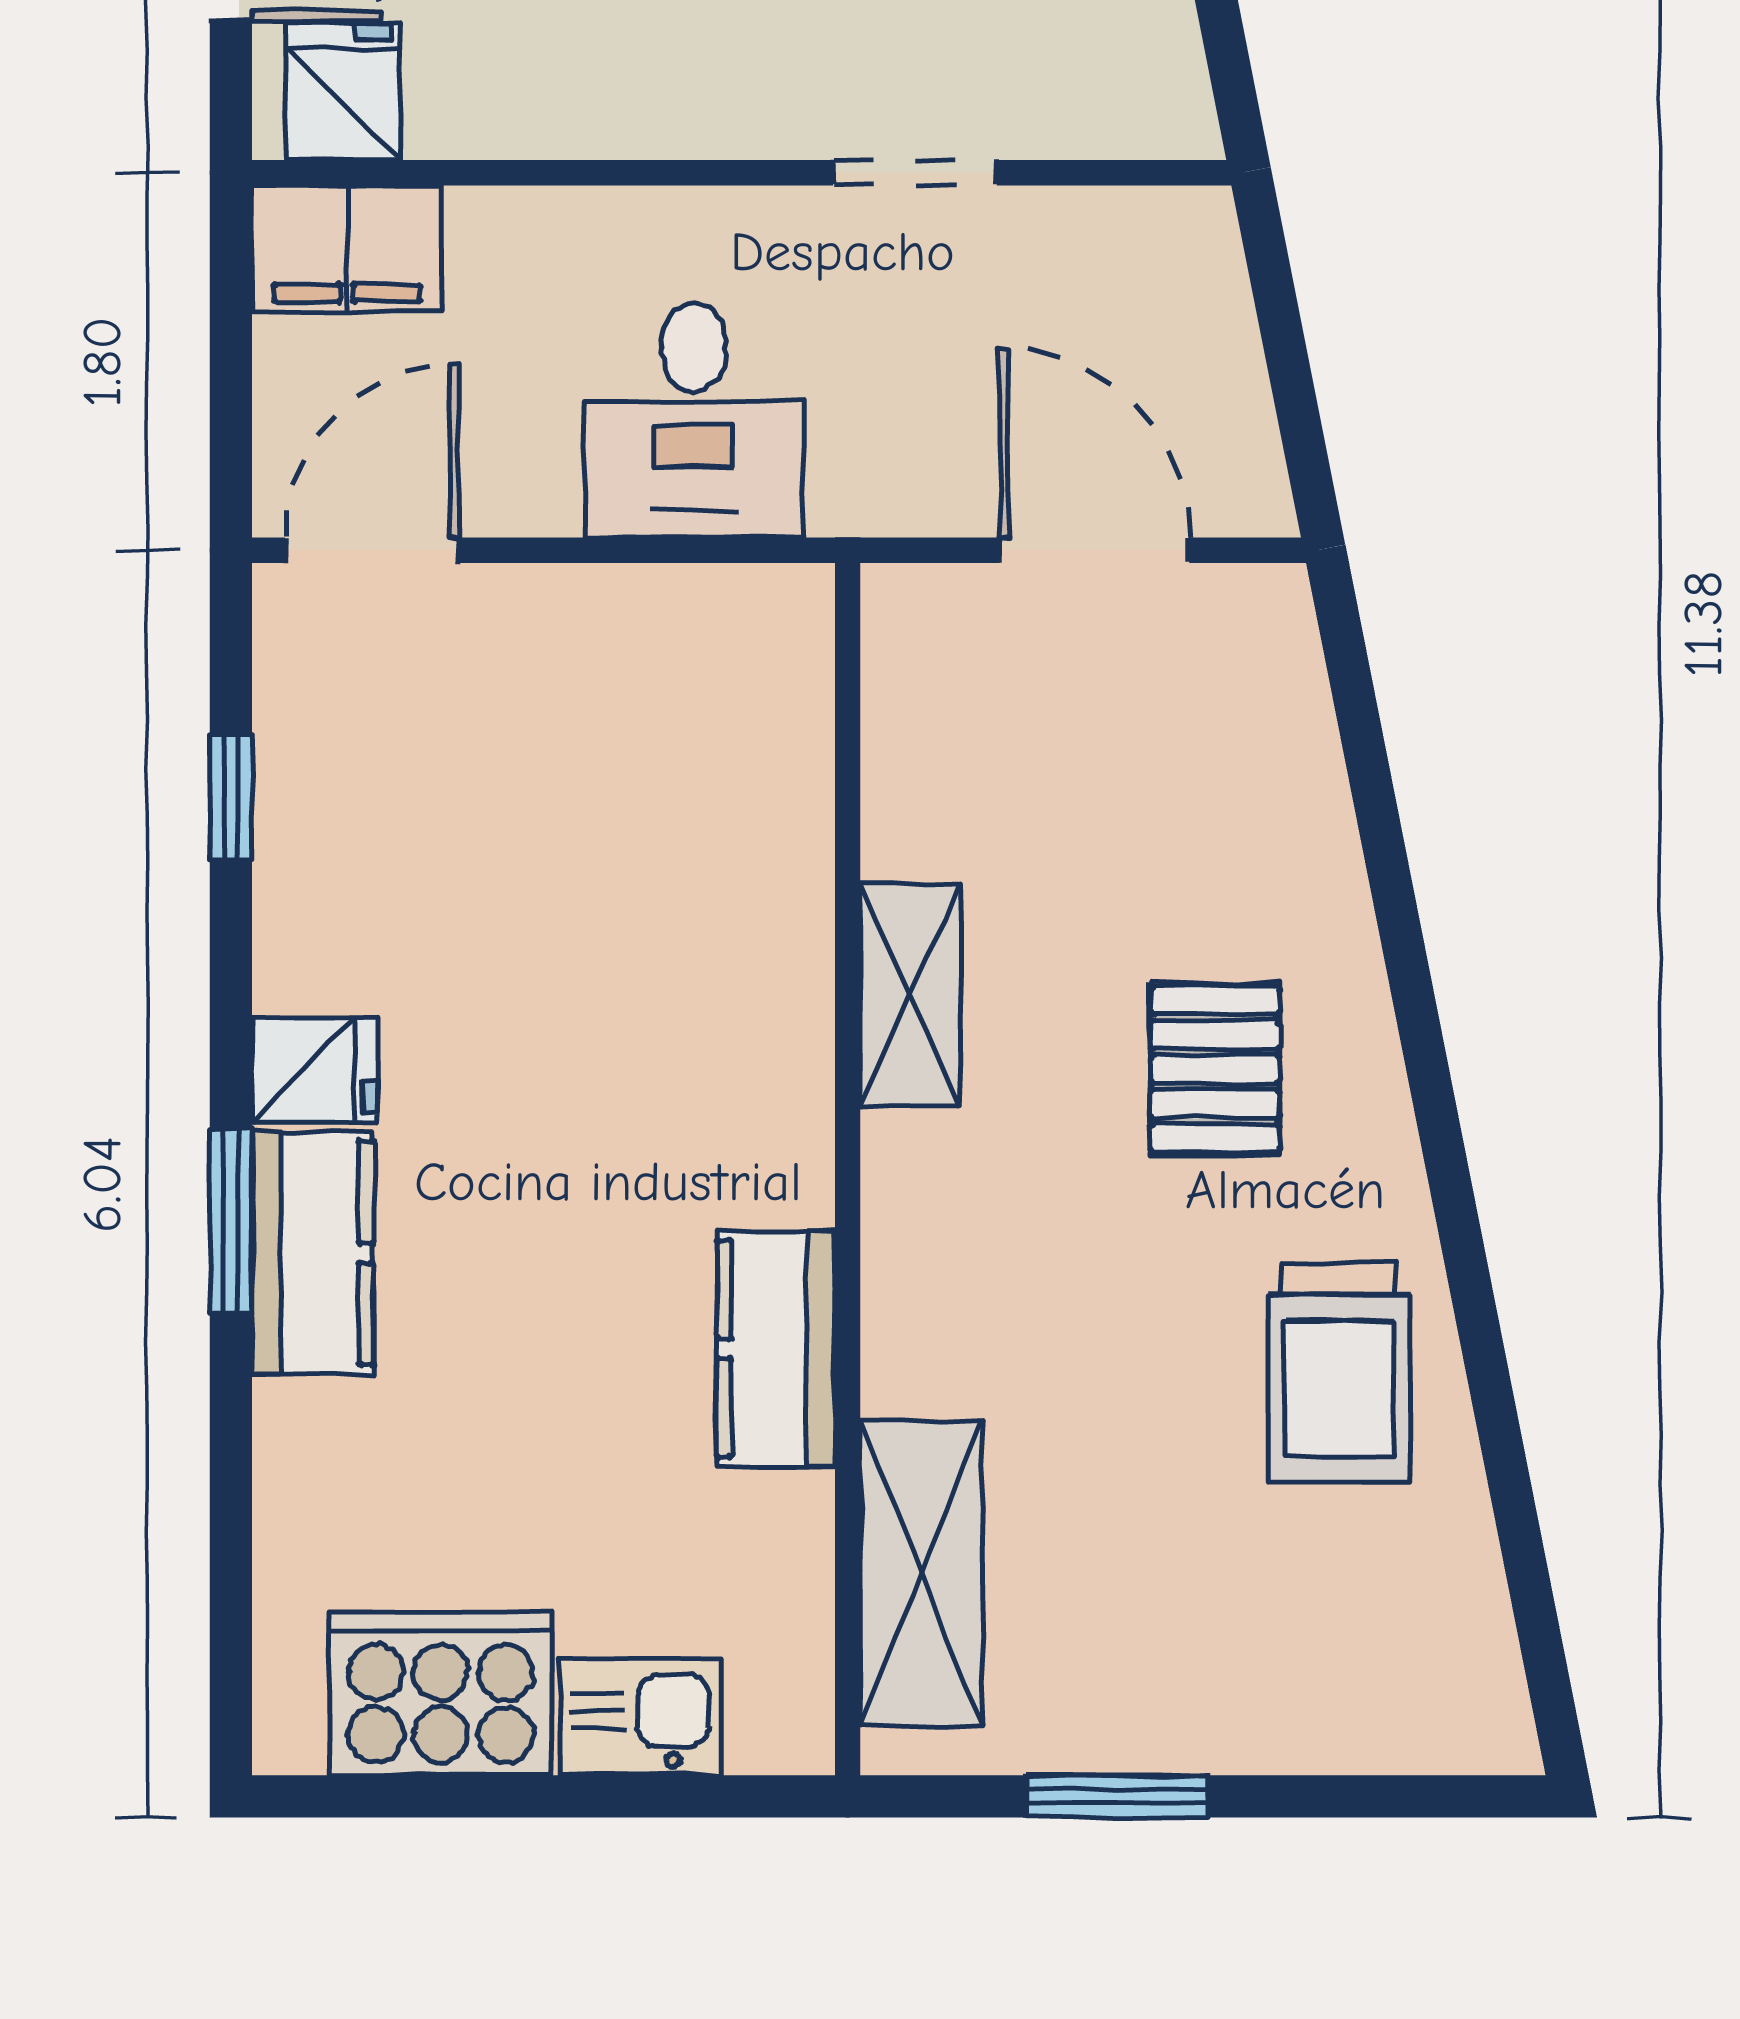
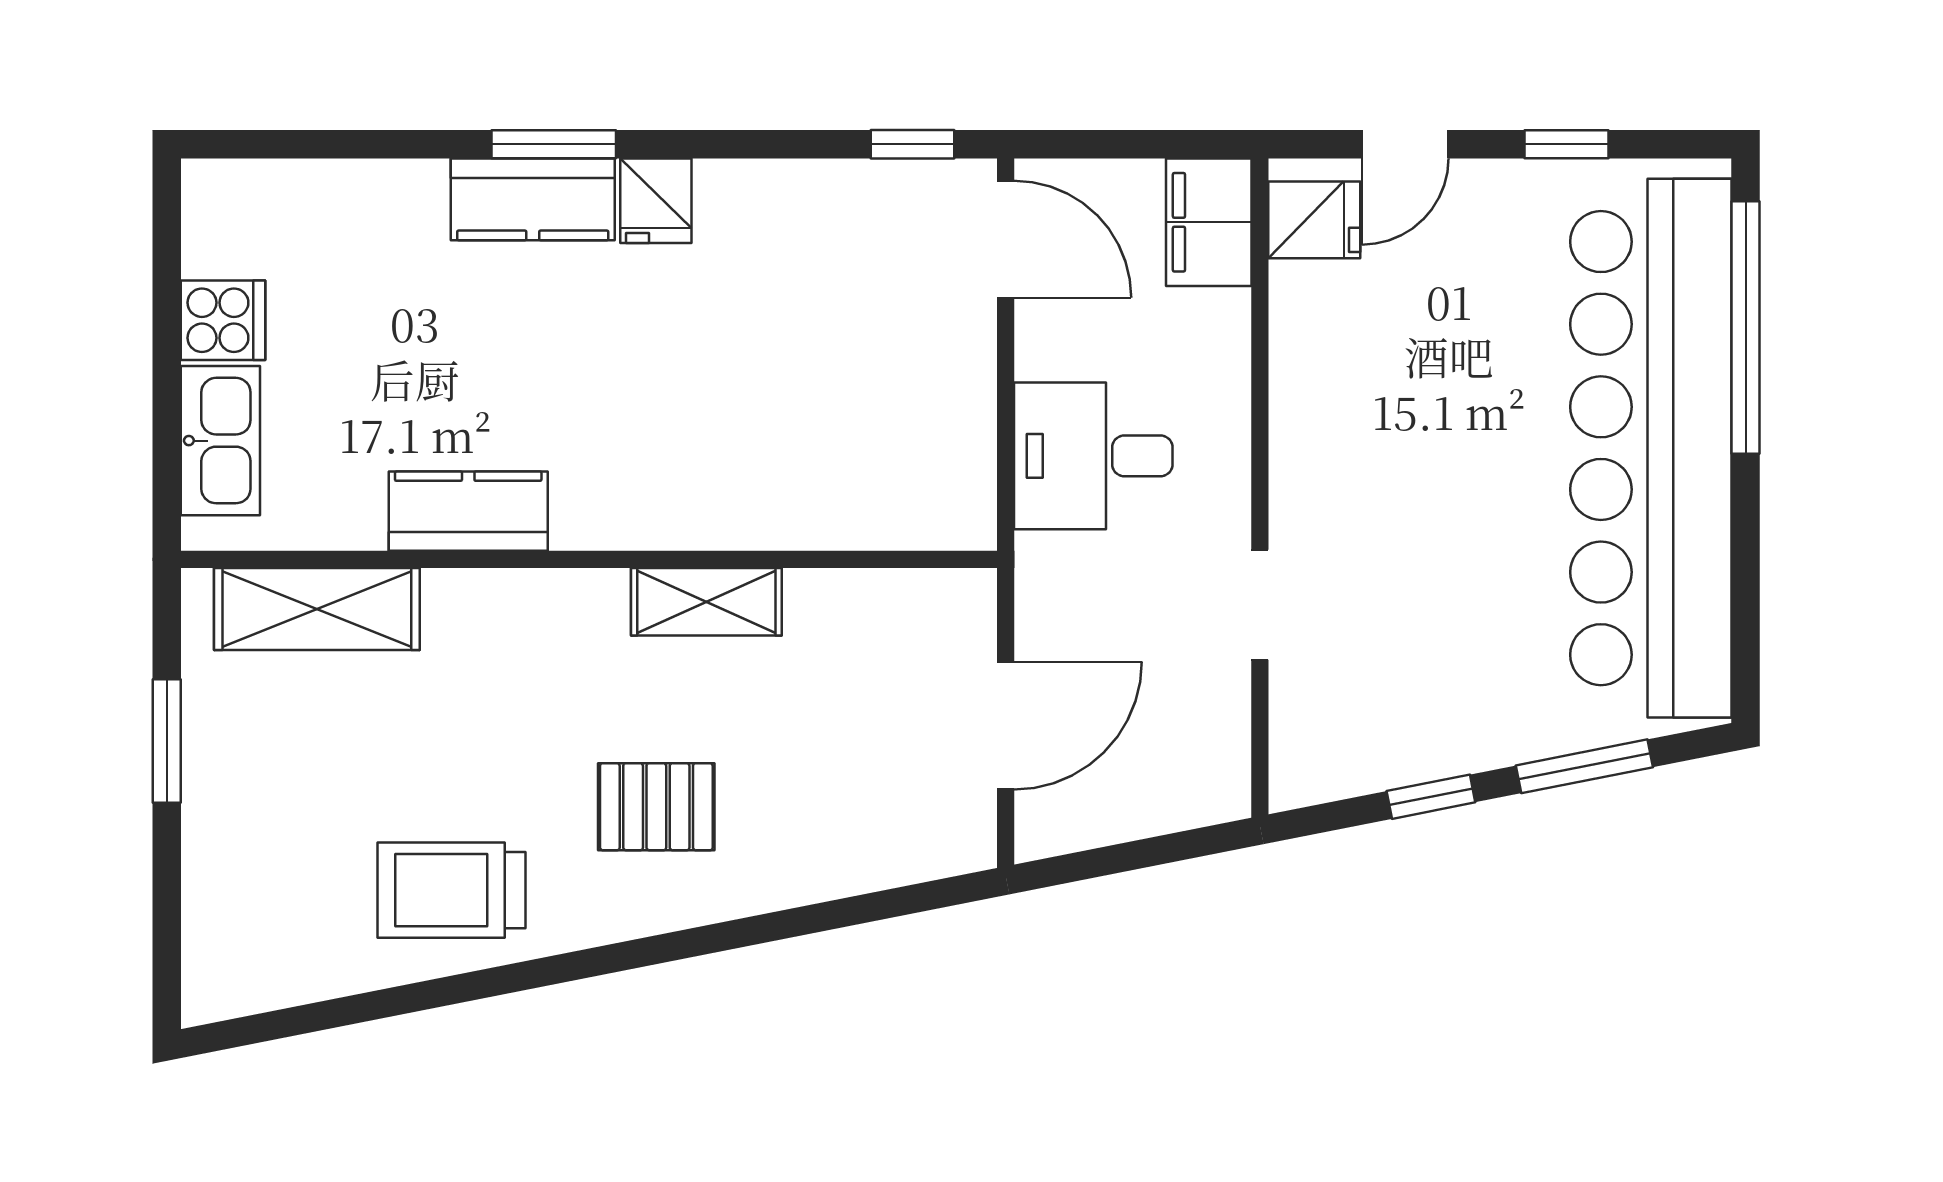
window: (231, 797) -> (913, 144), moved
cooker: (441, 1694) -> (223, 320), width x0.53, depth x0.76
kitchen sink: (641, 1717) -> (220, 441), width x1.38

